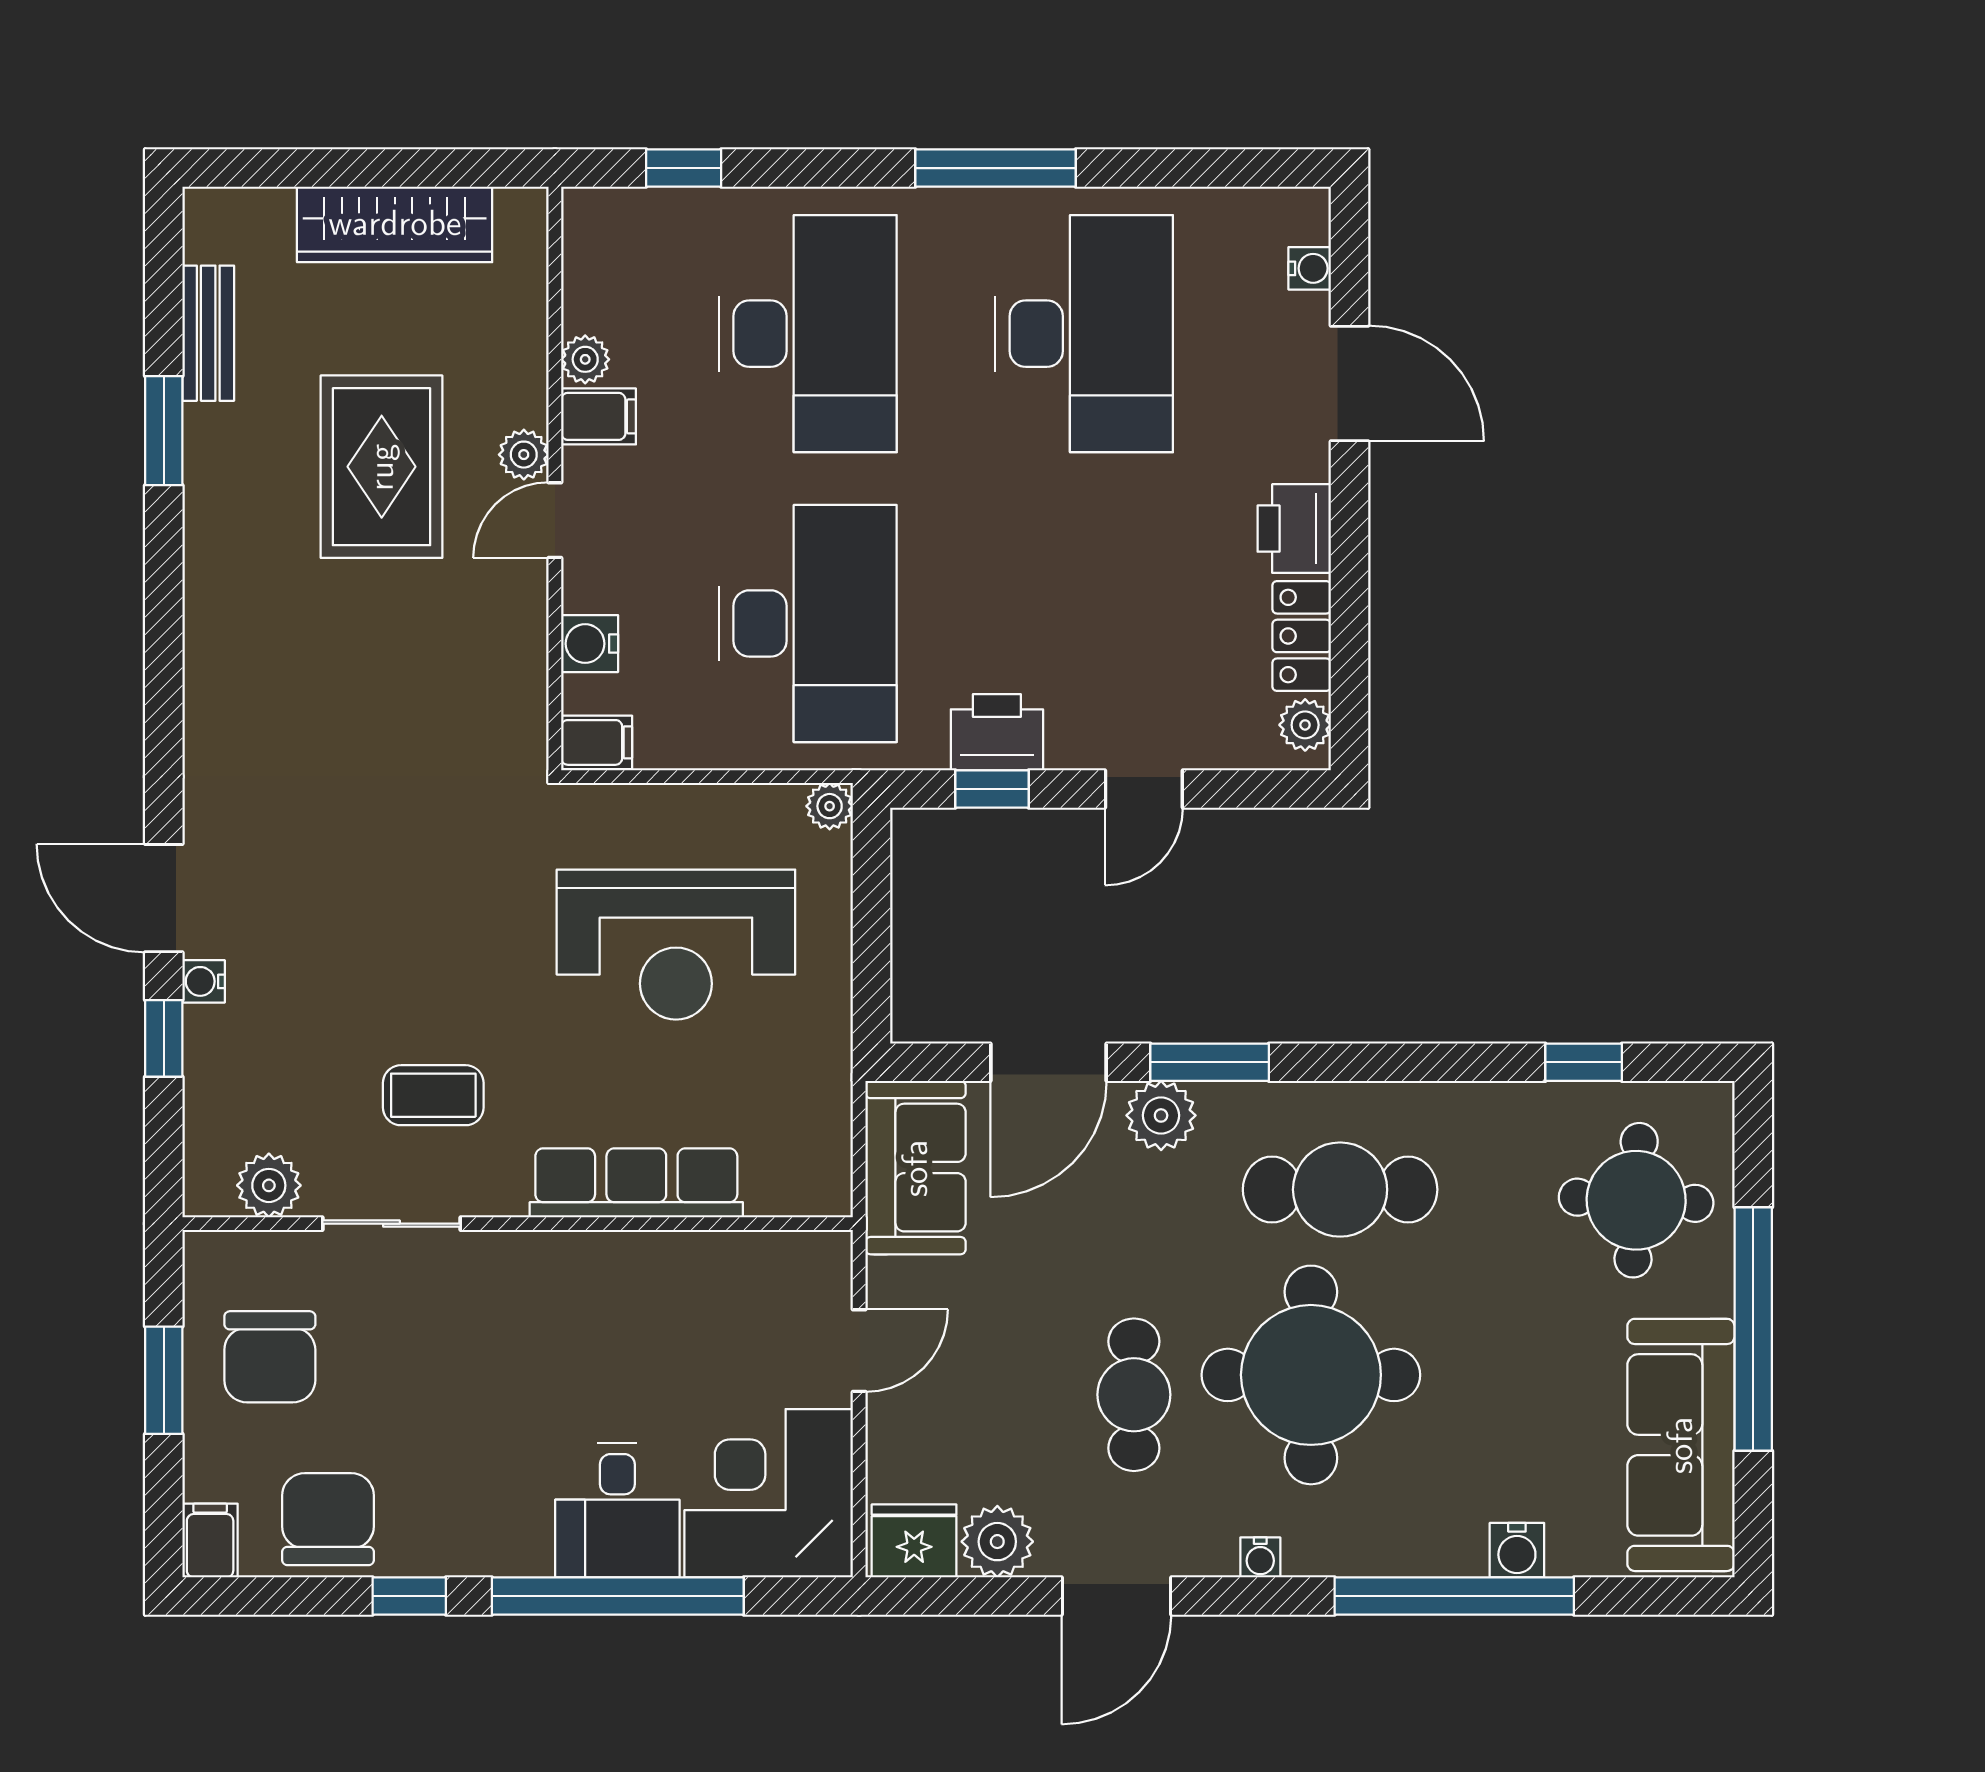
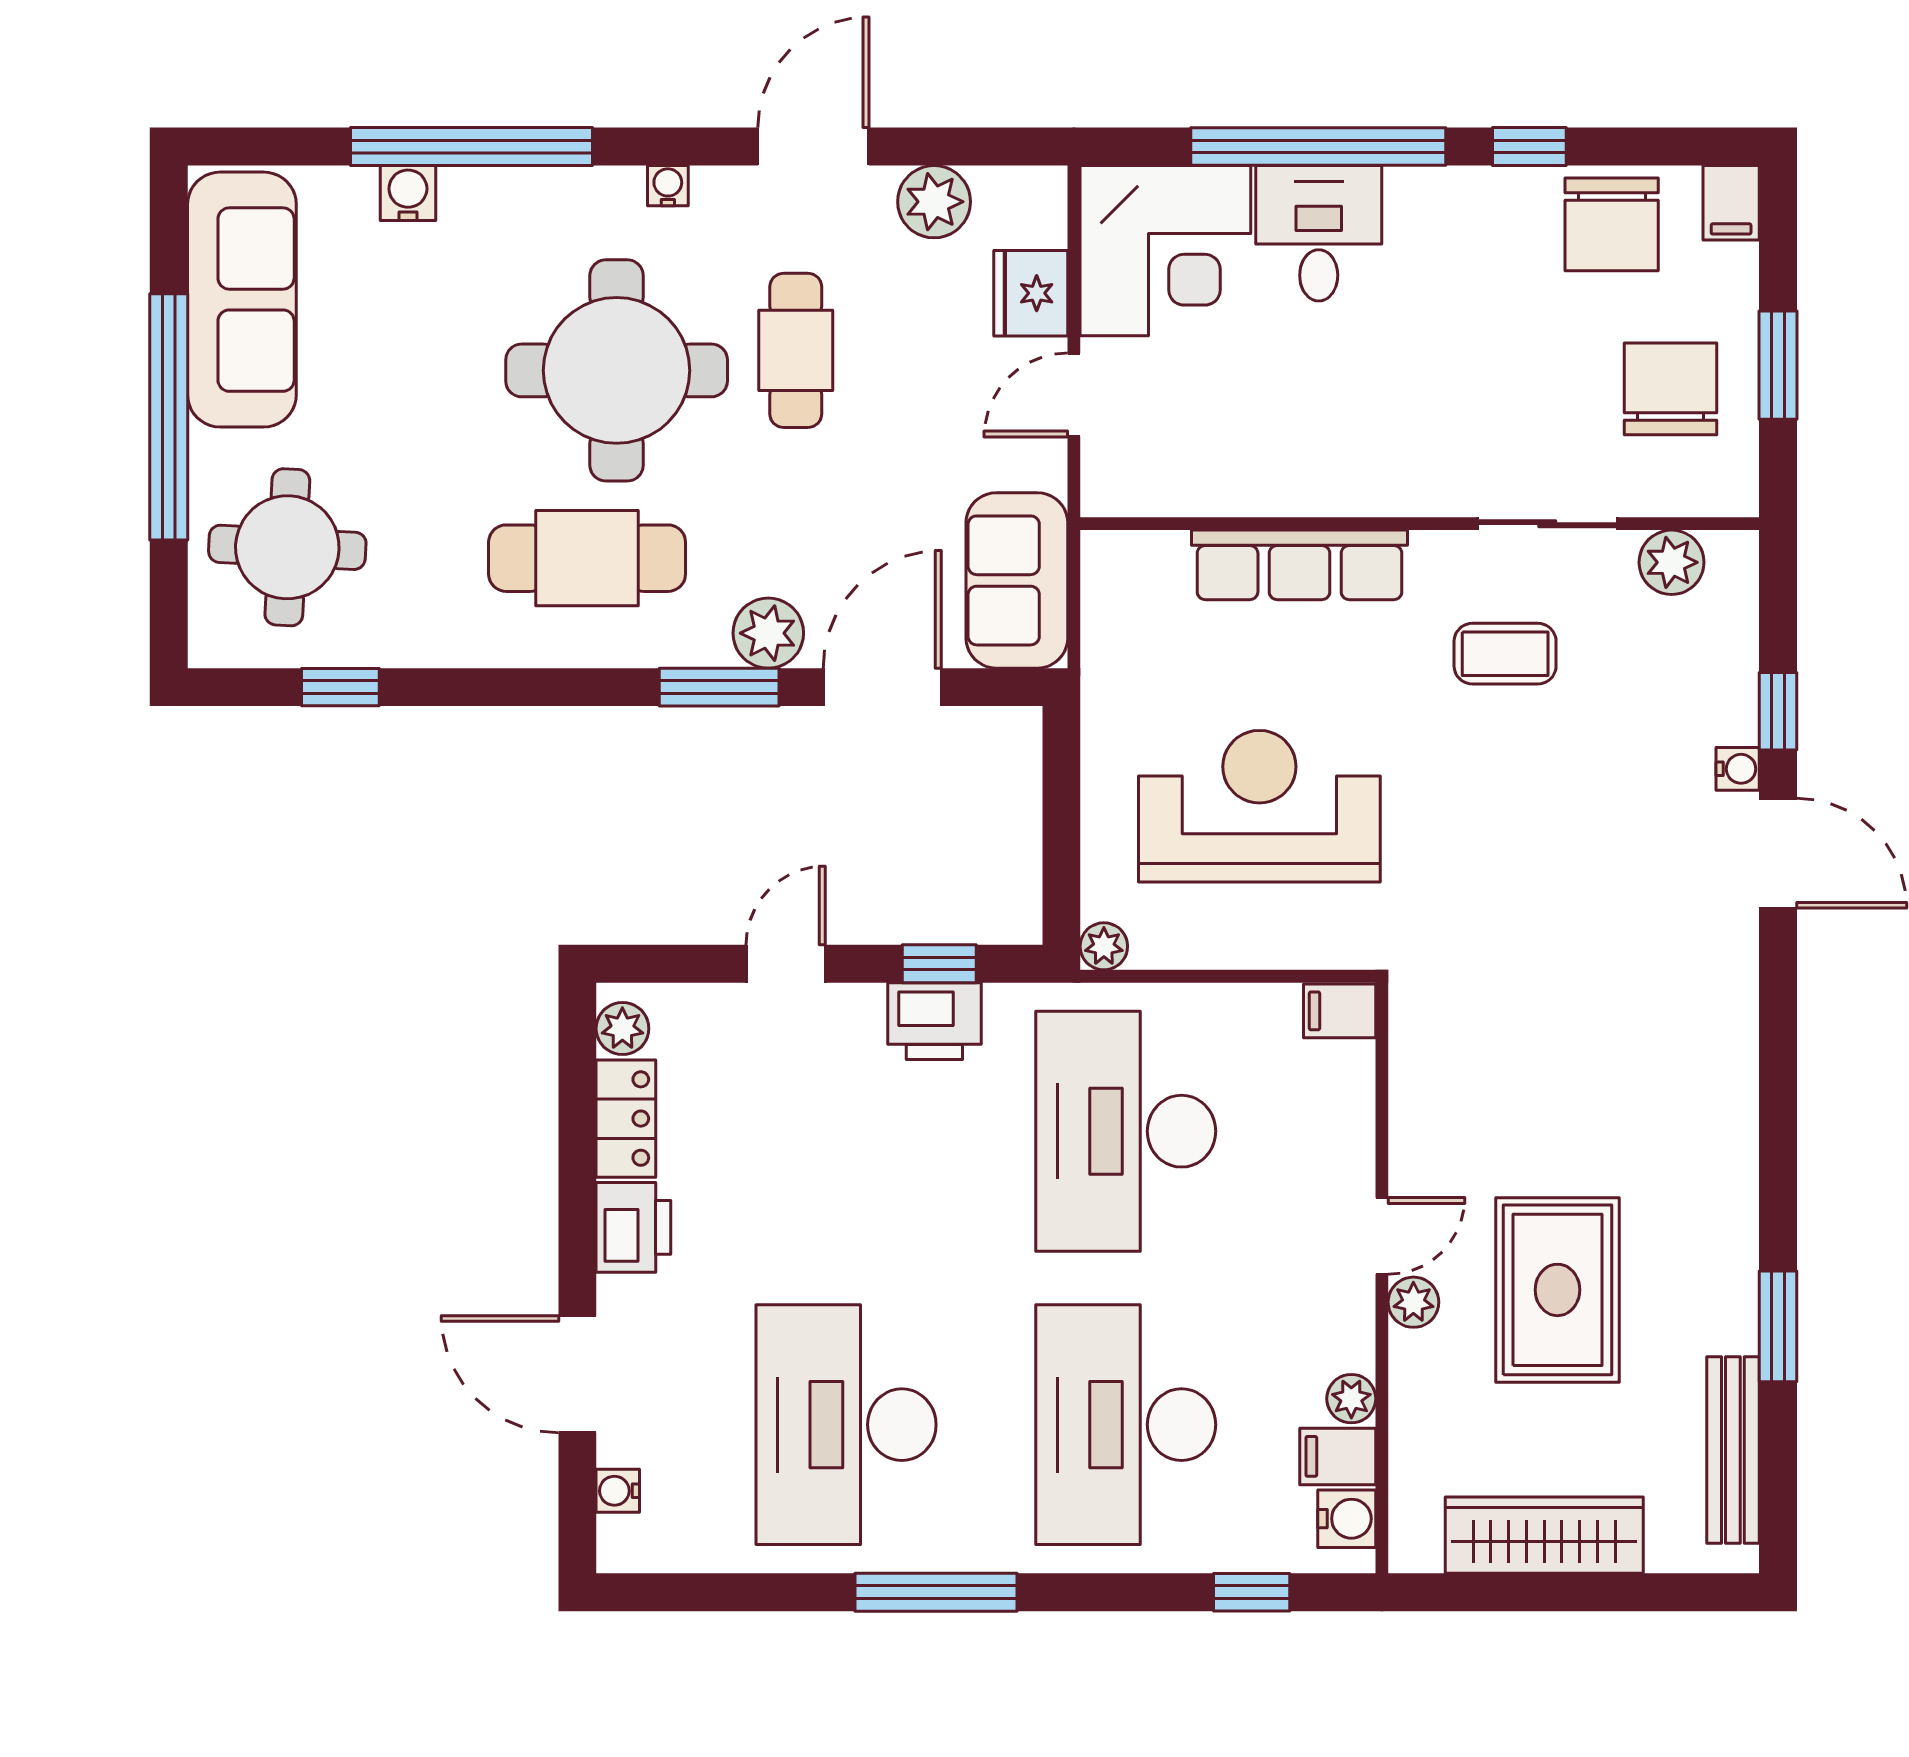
bench: (208, 333) -> (1733, 1450), width x1.36
filing cabinet: (598, 416) -> (1338, 1456), moved
water cooler: (590, 644) -> (1347, 1519), moved
fridge: (914, 1541) -> (1031, 293), moved, turned 90

